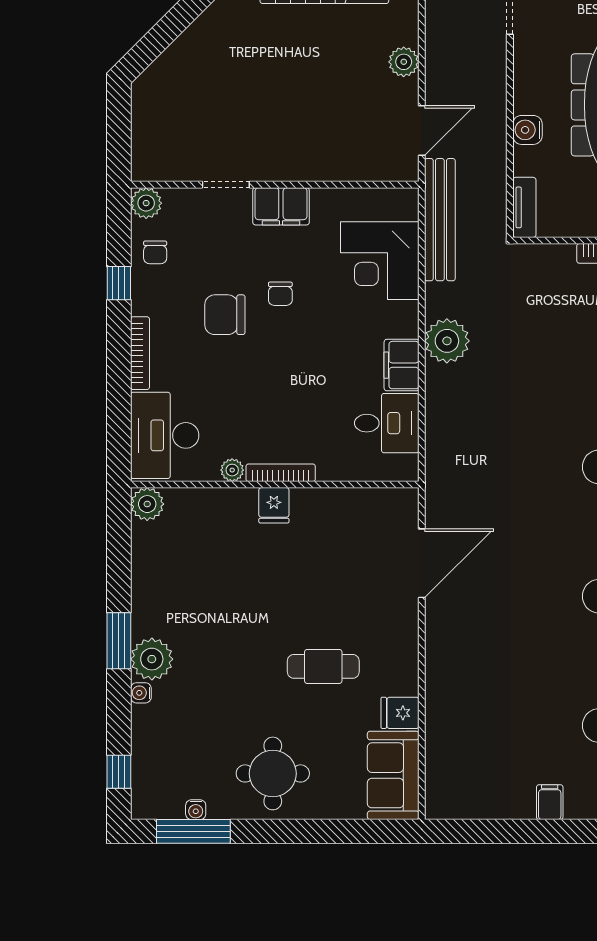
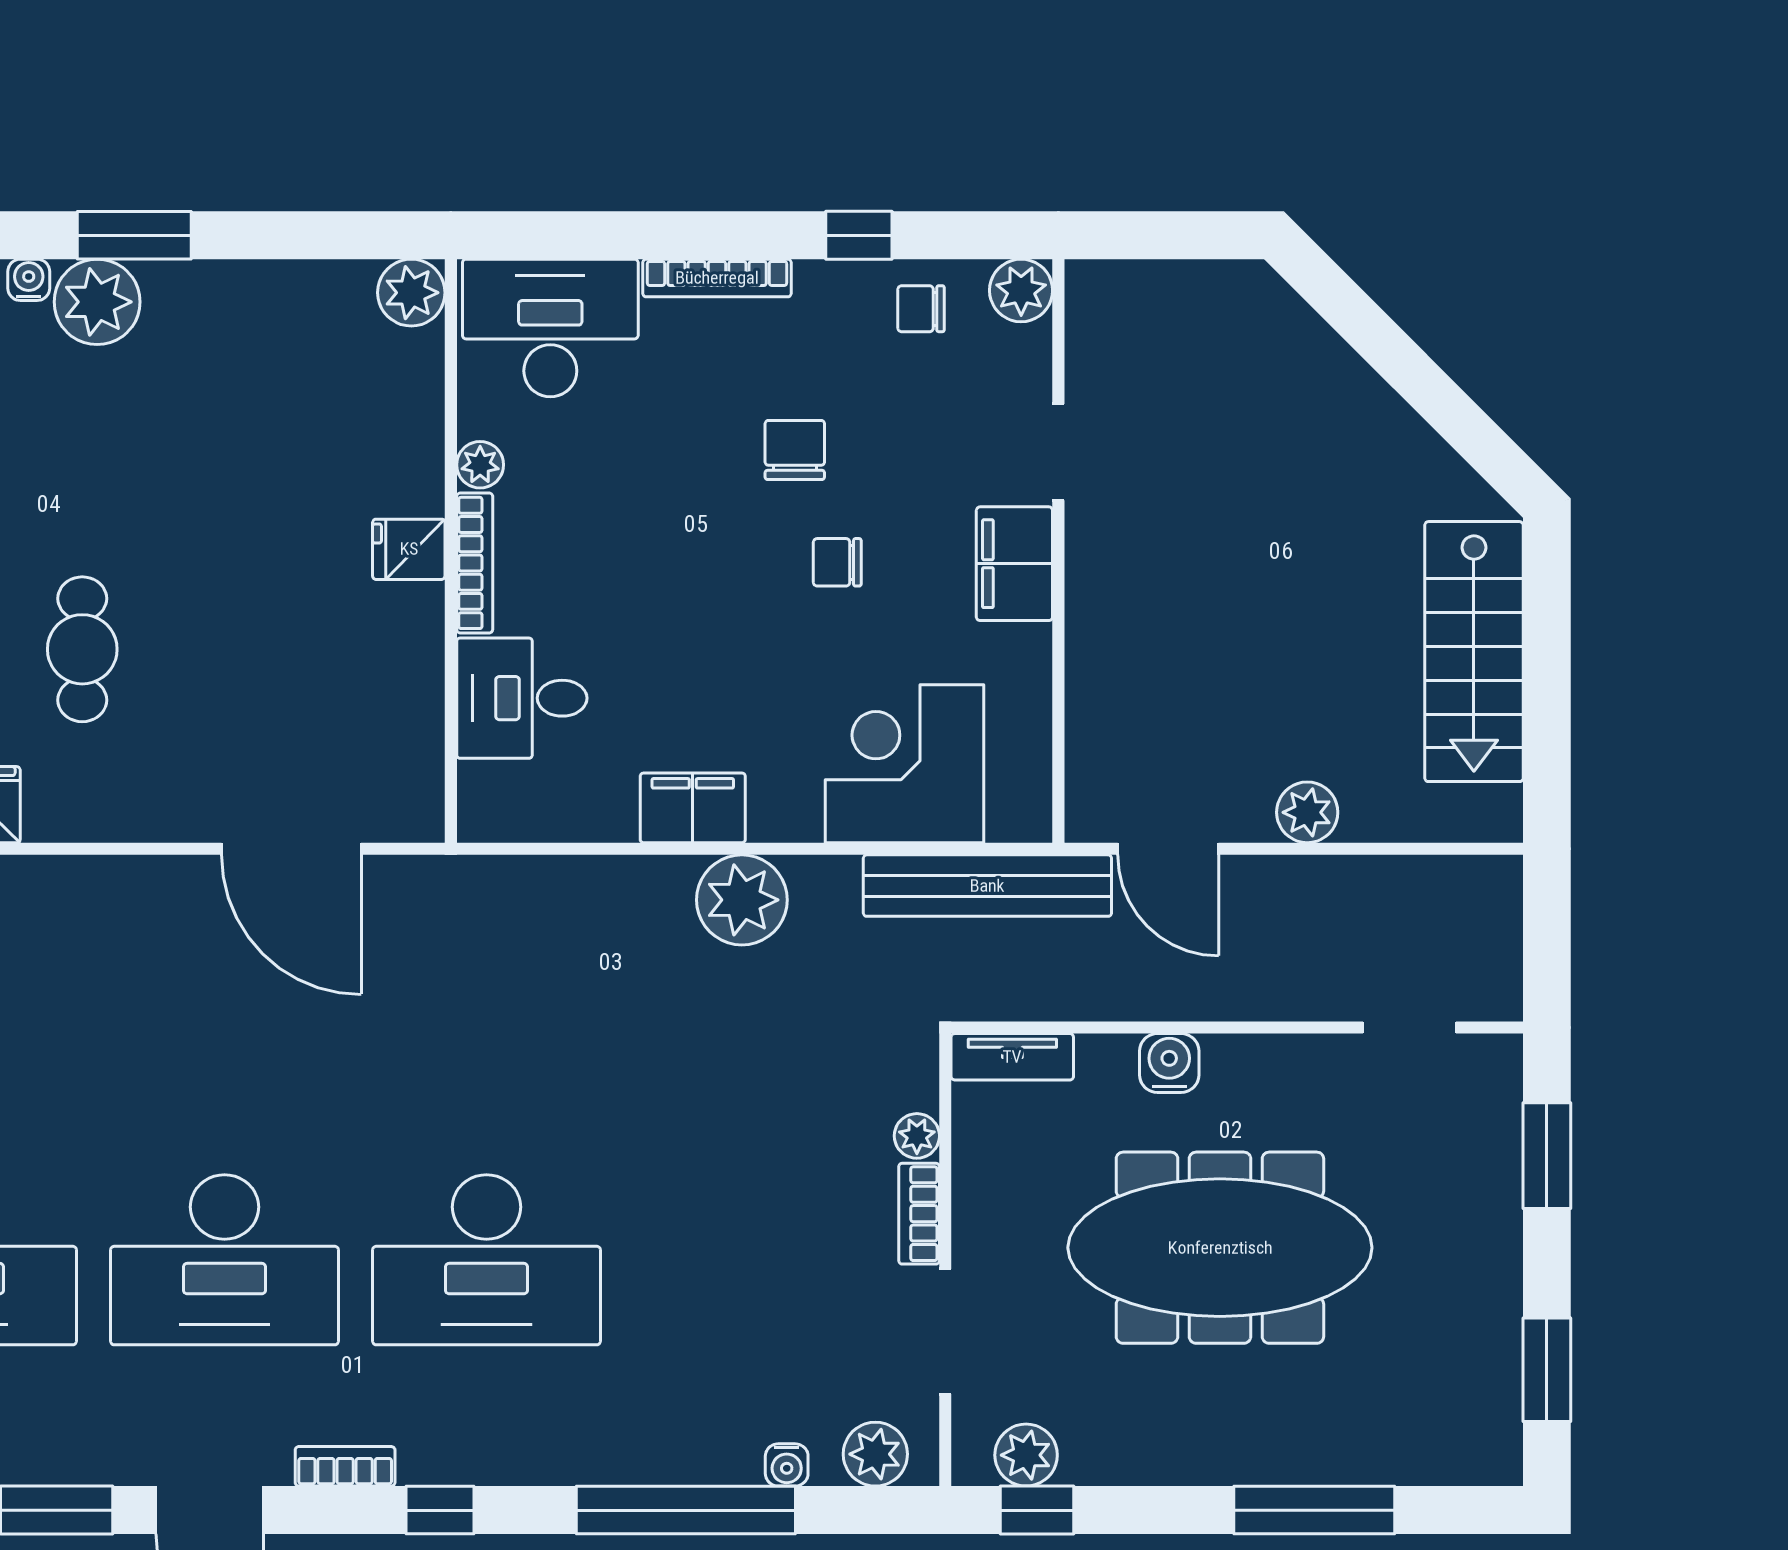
plant: (563, 254) -> (917, 1136), added
chair: (225, 315) -> (795, 450), width x0.73, depth x0.73
desk: (387, 423) -> (522, 698), moved, turned 90

